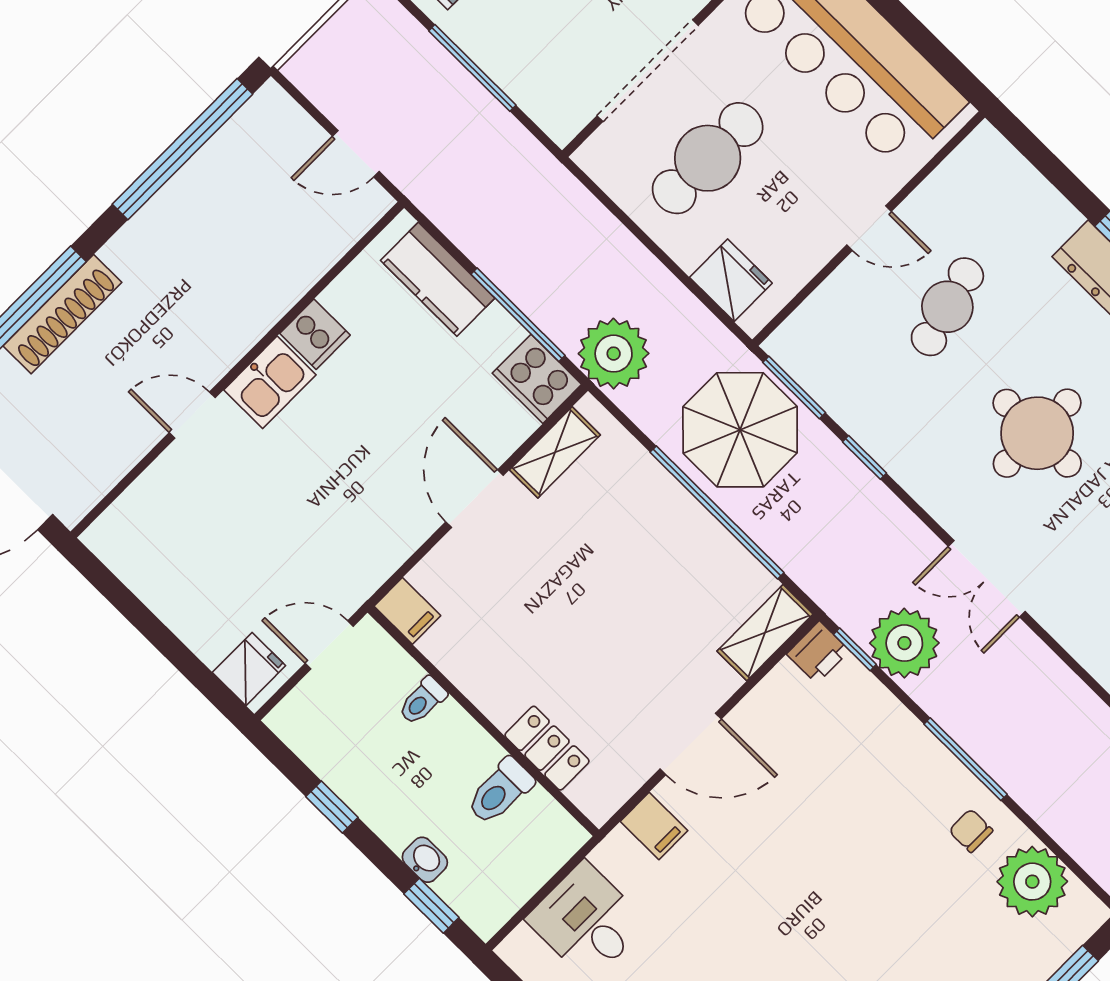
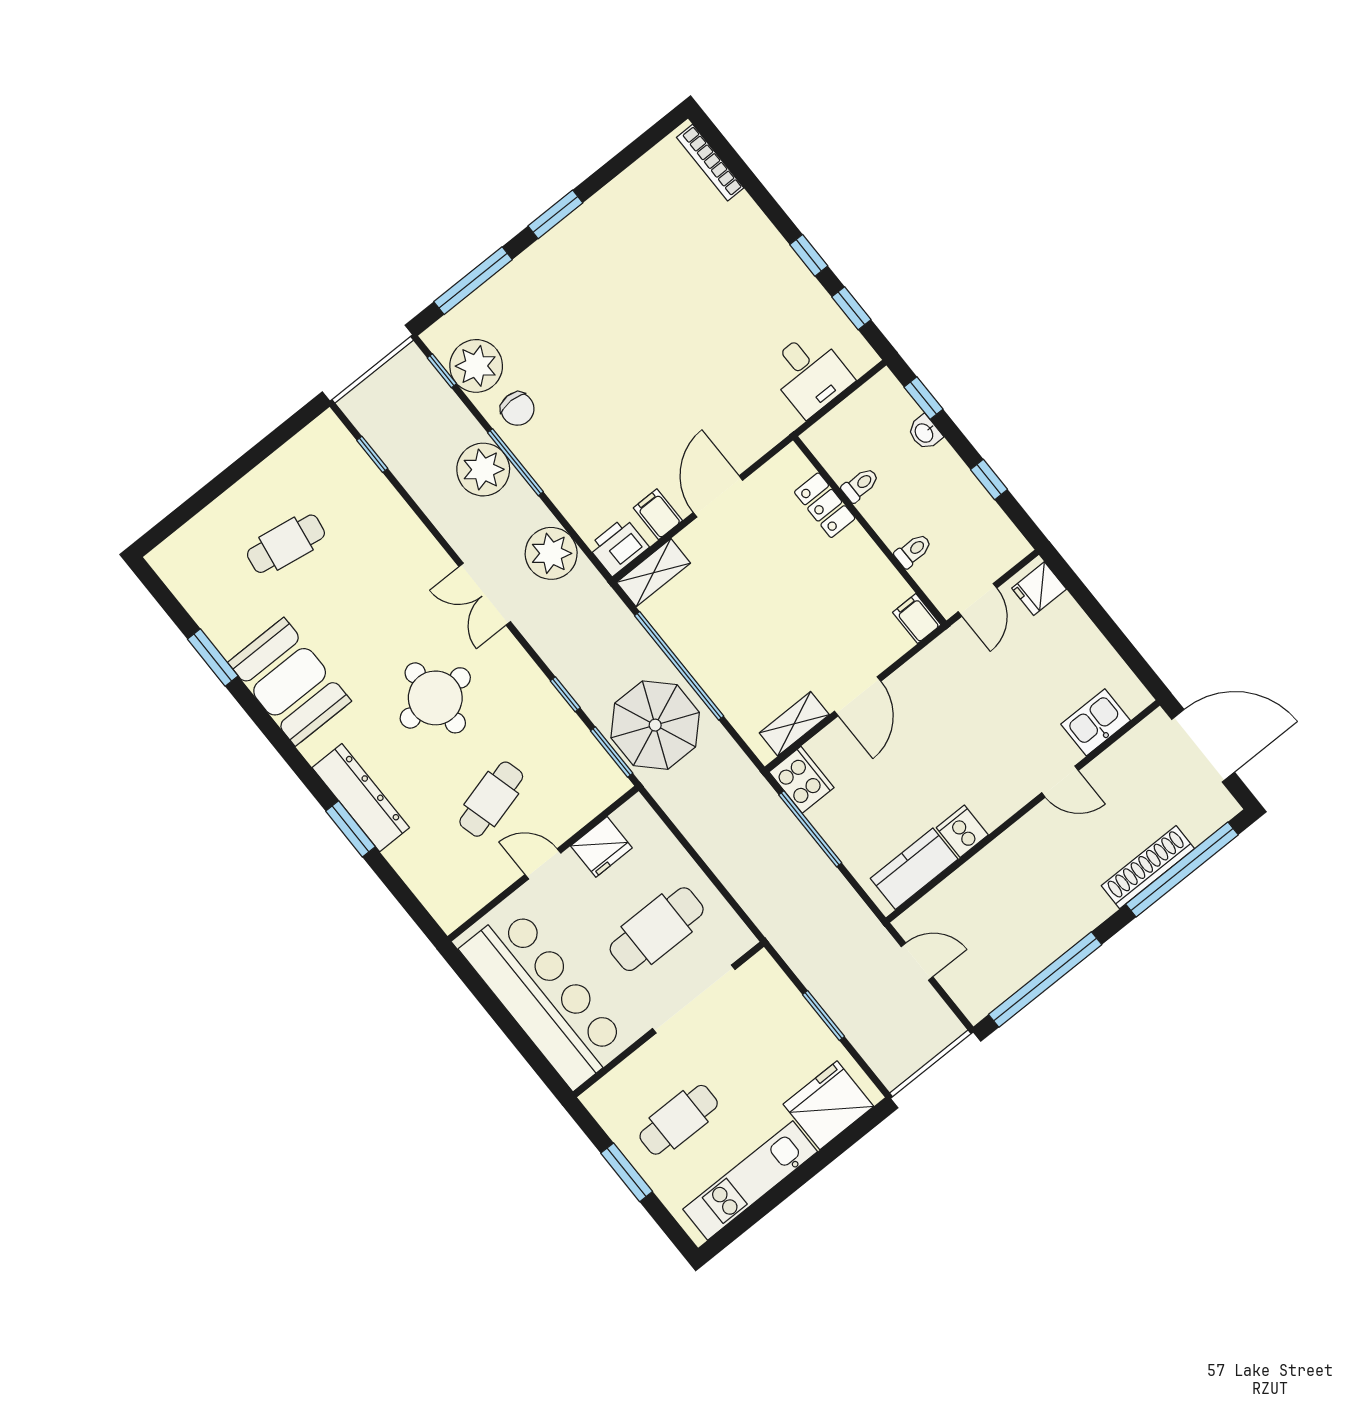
window: (472, 68) -> (824, 1016), width x0.69
kitchen counter: (438, 279) -> (914, 869), moved, turned -90
fridge: (731, 280) -> (601, 847), moved, turned -90
plant: (614, 354) -> (483, 470), moved
kitchen sink: (270, 382) -> (1096, 722), moved
double door: (987, 579) -> (485, 594), swing flipped
door: (329, 645) -> (978, 600), hinge flipped
window: (855, 649) -> (442, 371), moved
printer: (818, 652) -> (618, 547), width x1.36, depth x1.24
door: (691, 744) -> (718, 496), hinge flipped
toilet: (500, 791) -> (860, 485), width x0.73, depth x0.72
filing cabinet: (654, 826) -> (658, 514), moved
chair: (971, 831) -> (517, 409), width x1.37, depth x1.37

